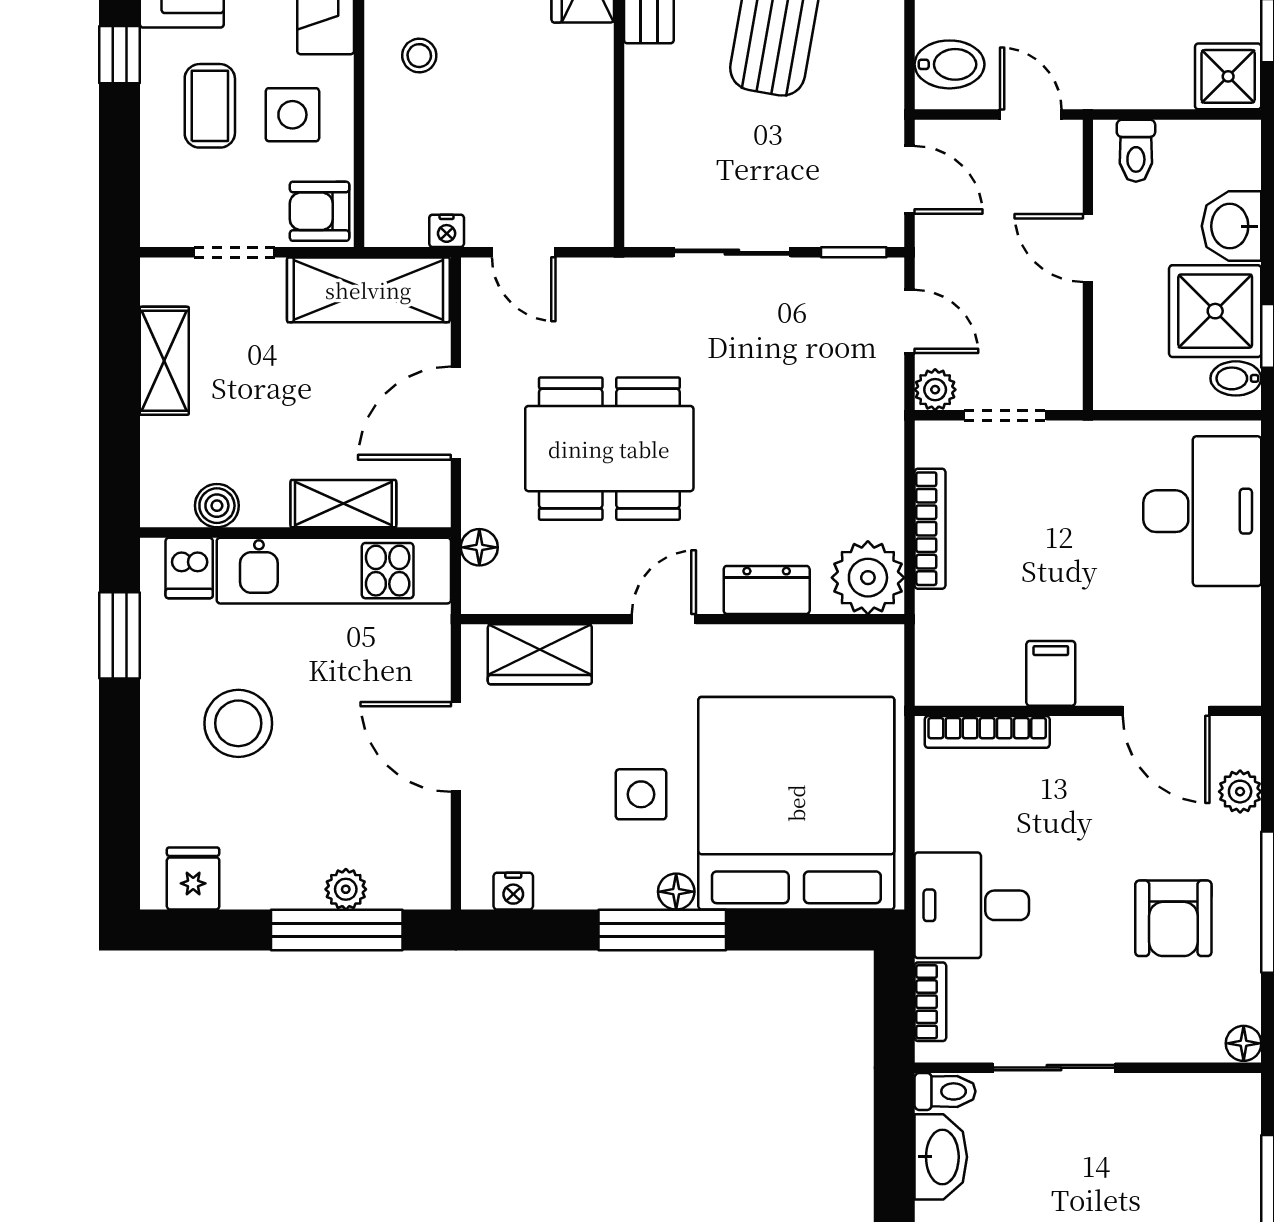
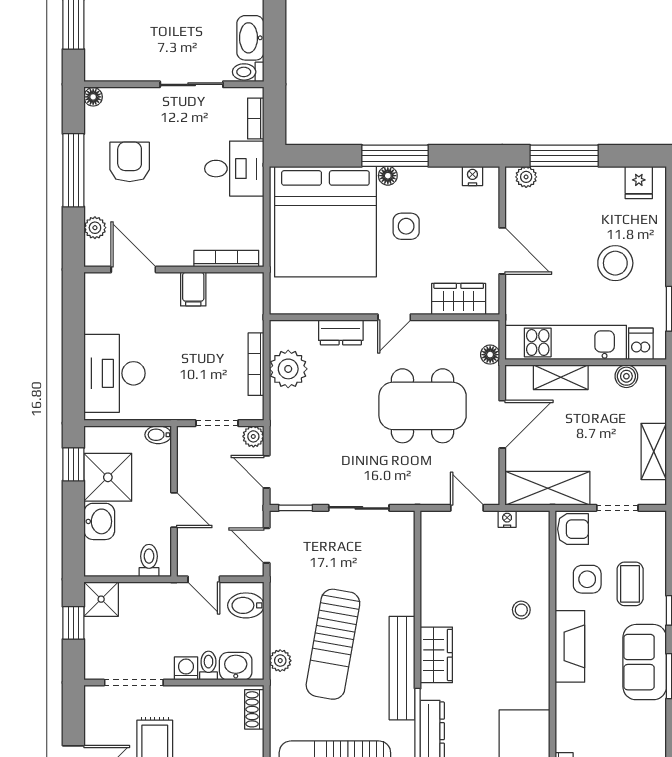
bidet: (1236, 378) -> (158, 435), moved, turned 180
plant: (868, 578) -> (288, 369), moved
plant: (346, 889) -> (526, 177), moved

